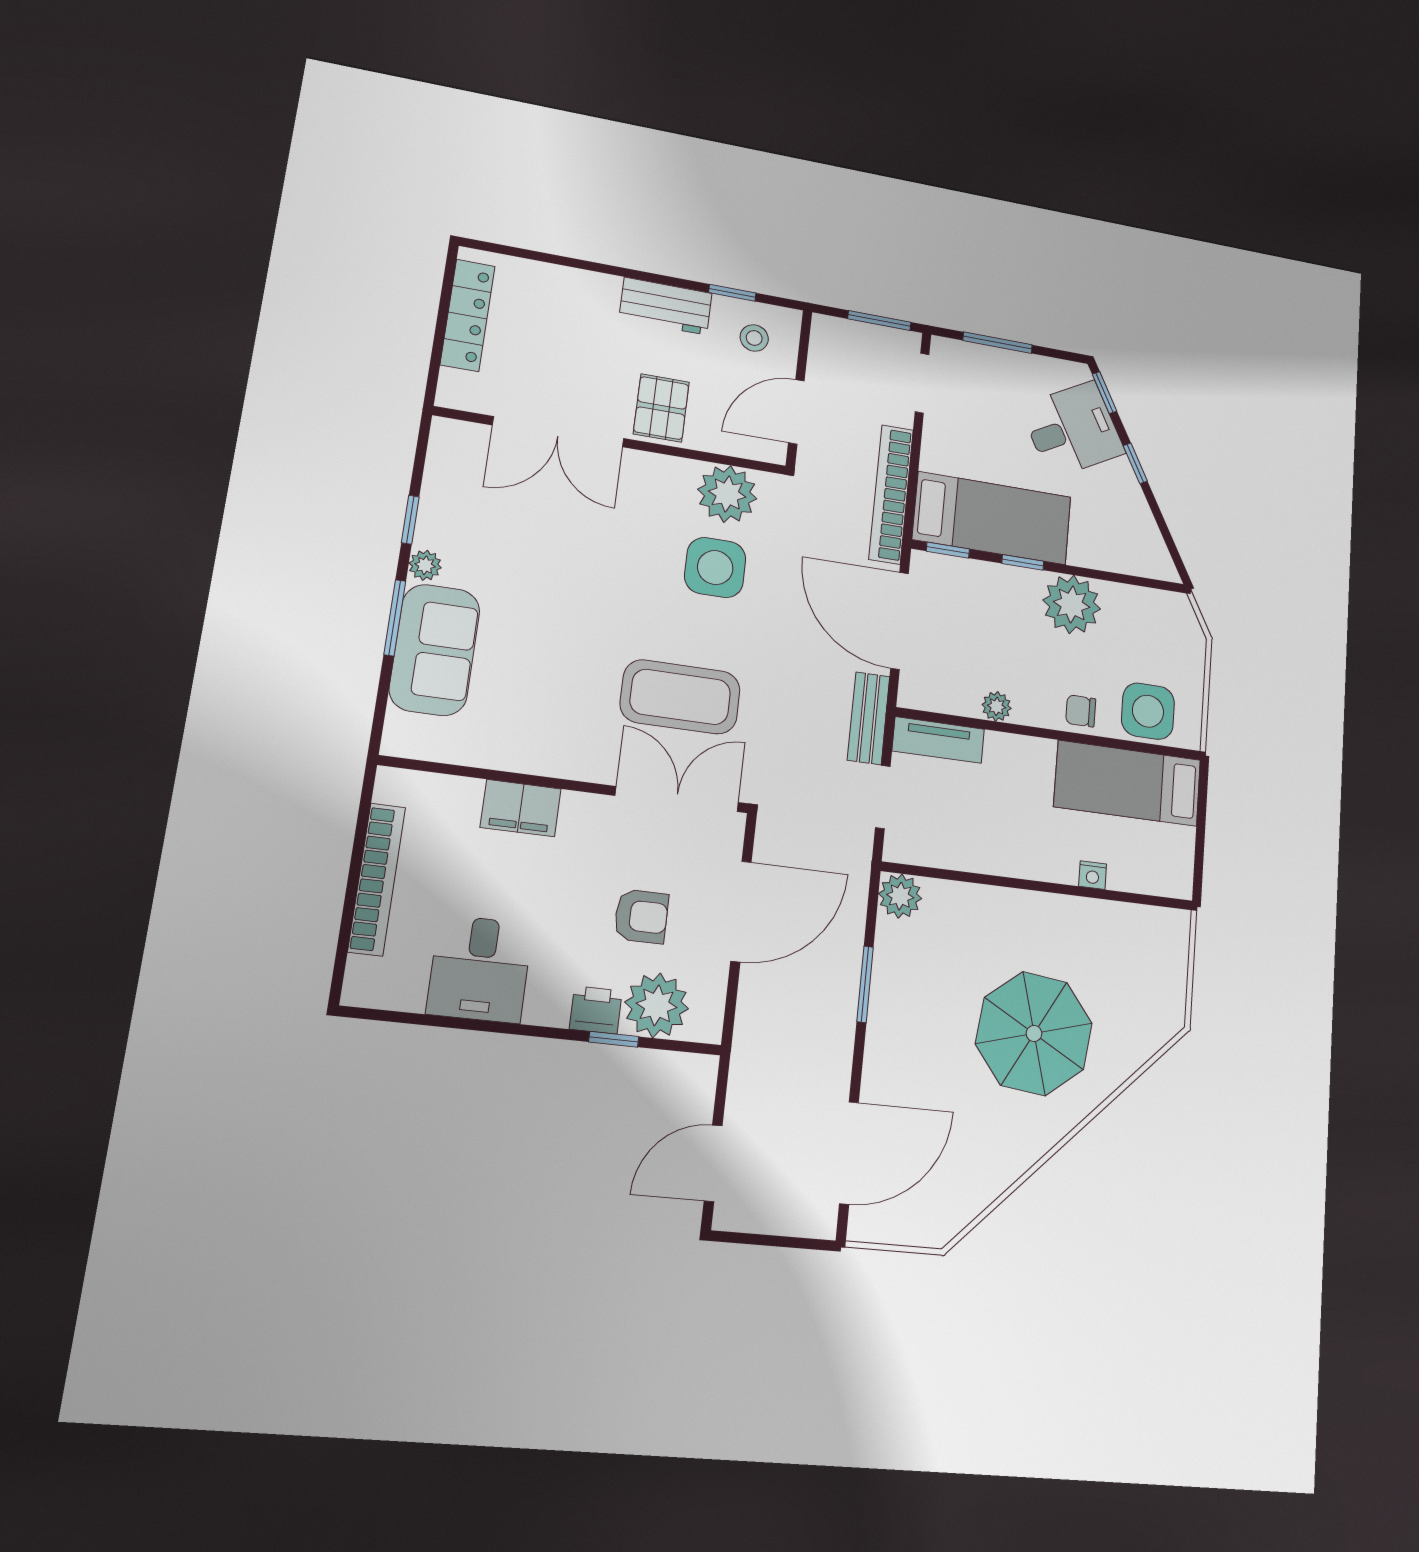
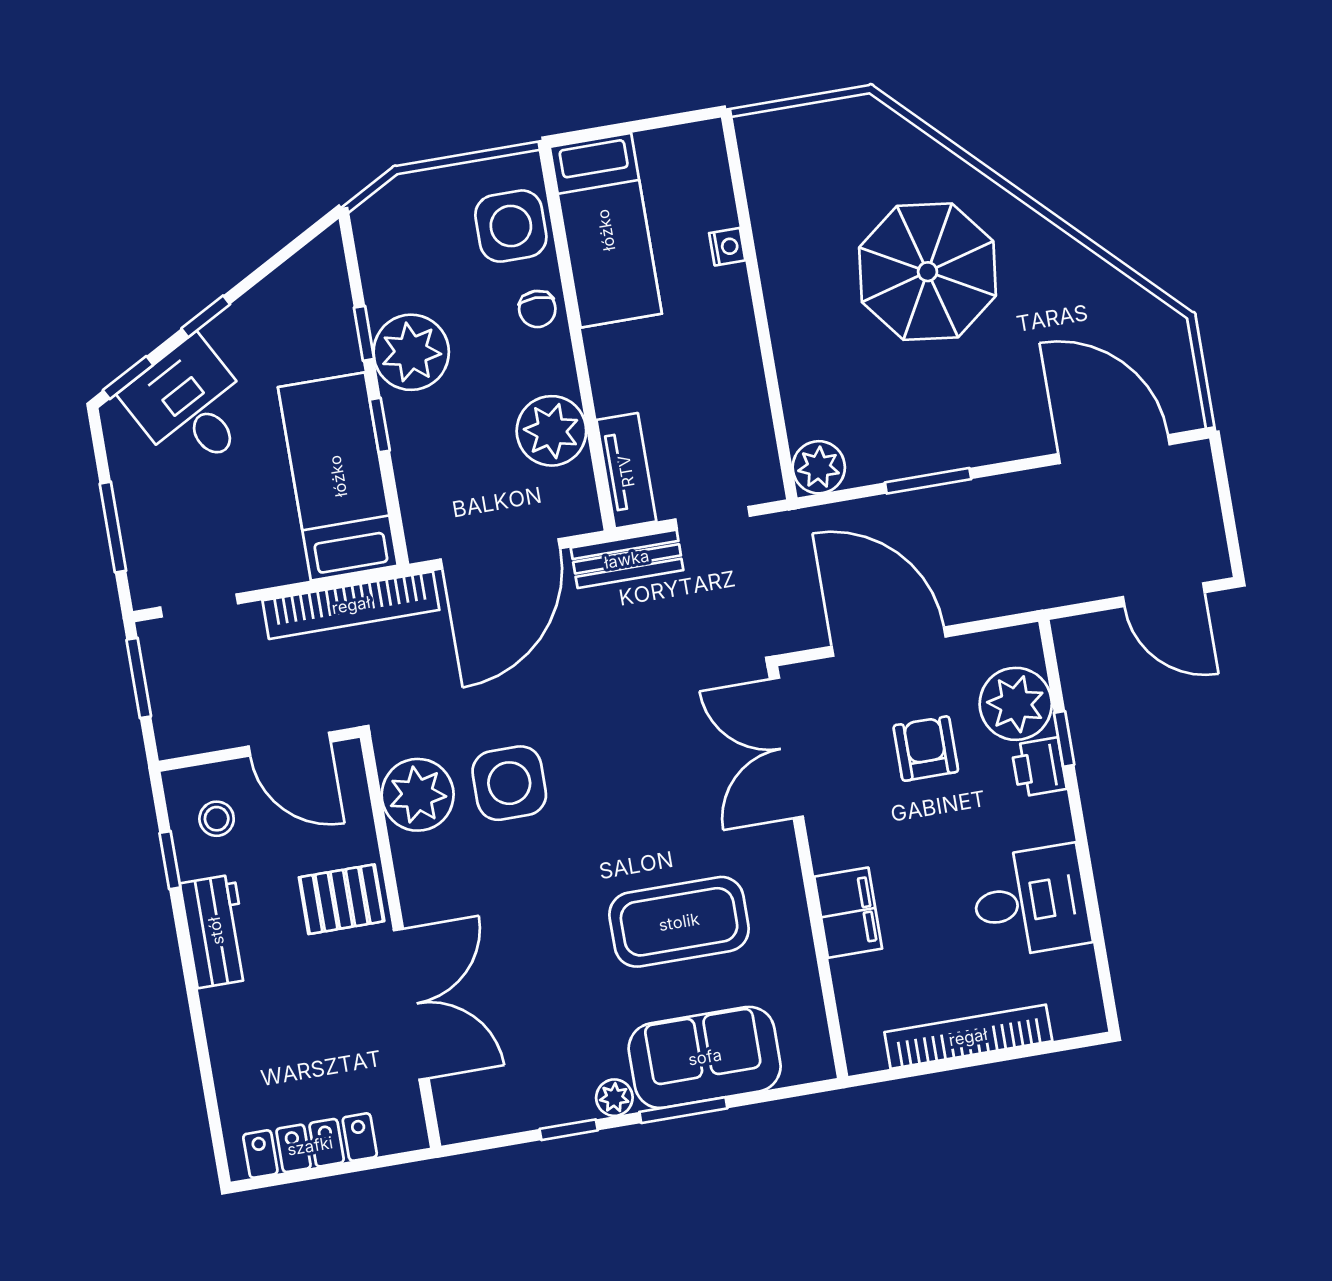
window: (948, 550) -> (364, 333), moved
coffee table: (680, 697) -> (679, 922), moved, turned 90
plant: (997, 706) -> (551, 431), width x1.88, depth x1.88

